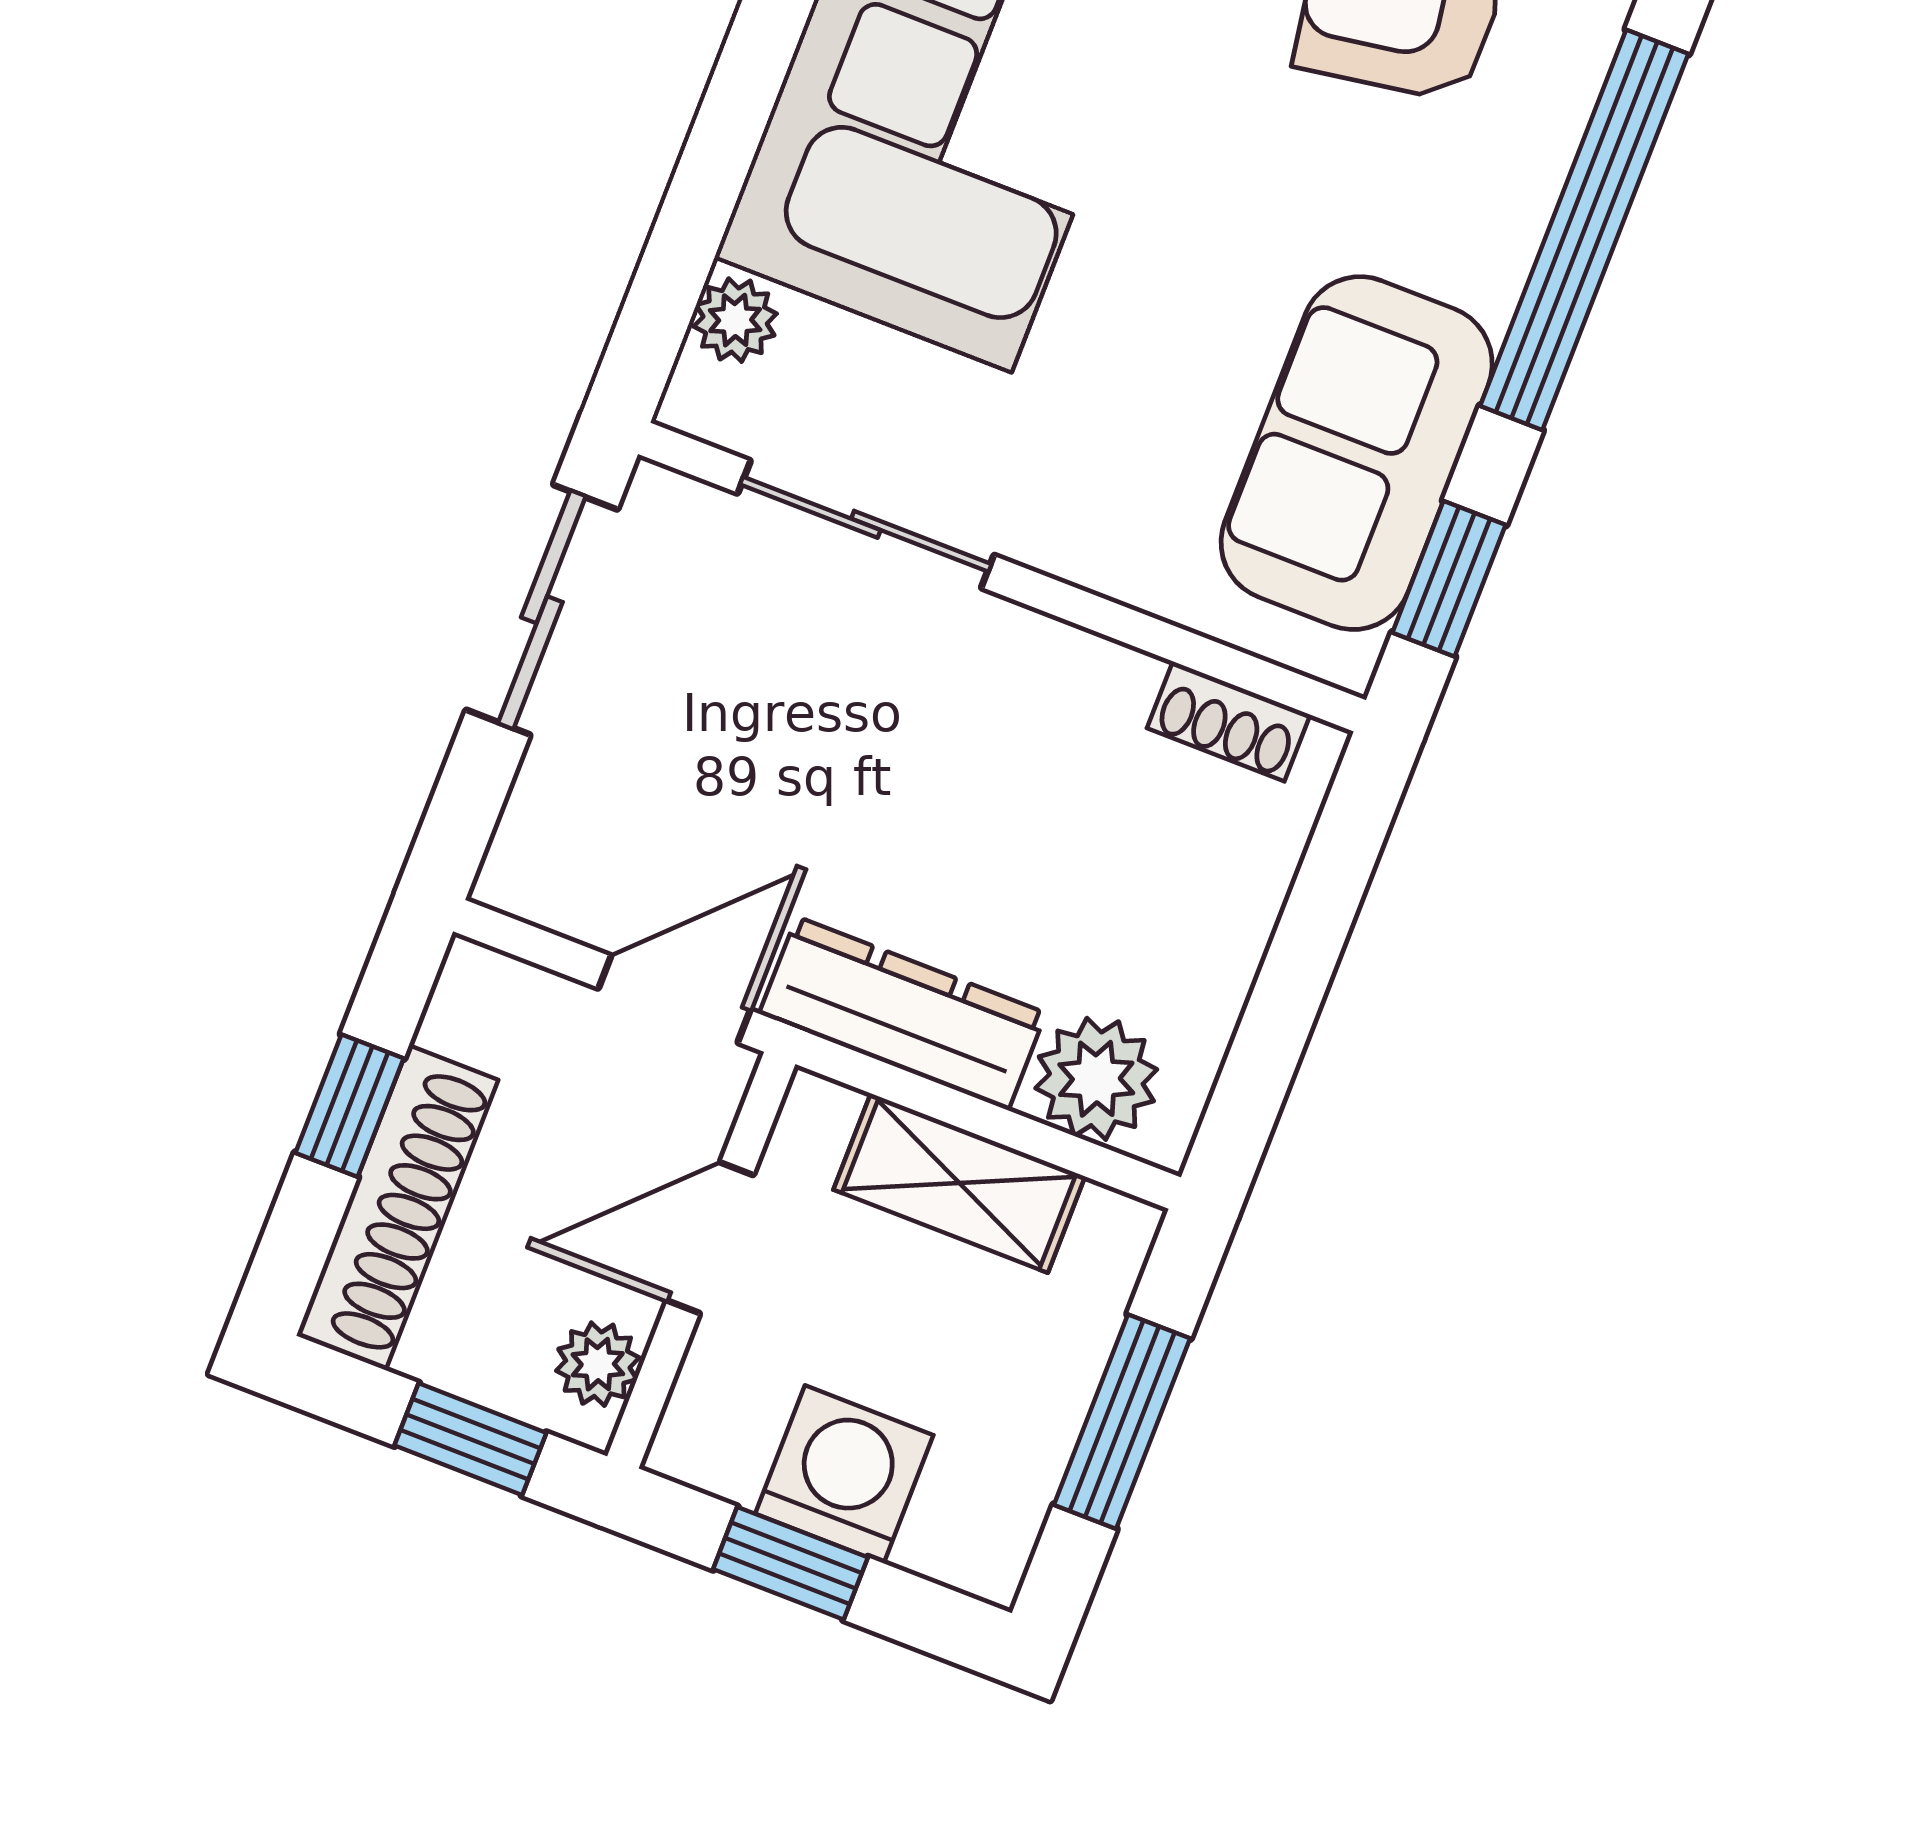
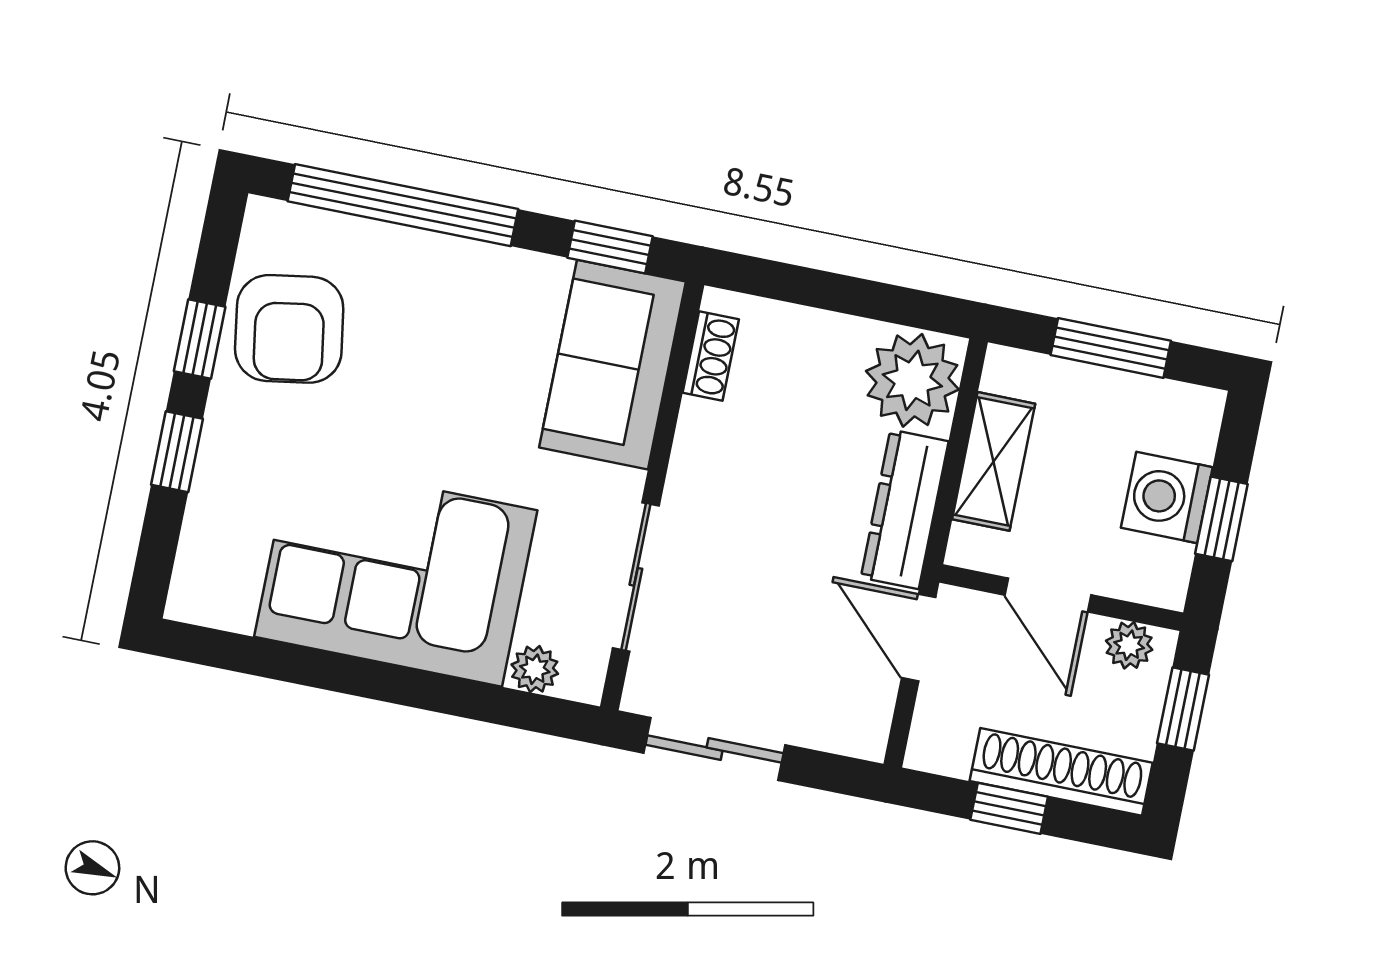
sofa: (1357, 453) -> (612, 365), moved, turned 90
plant: (1096, 1079) -> (912, 380), width x1.36, depth x1.36

